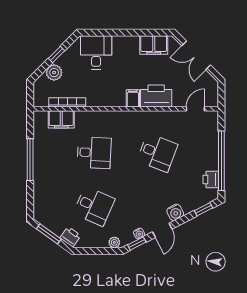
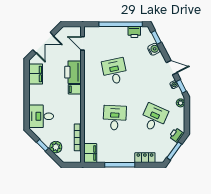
filing cabinet: (61, 119) -> (90, 153), moved
desk: (157, 153) -> (115, 71), turned -33
locker: (40, 194) -> (145, 158), added
water cooler: (175, 212) -> (154, 49), moved

